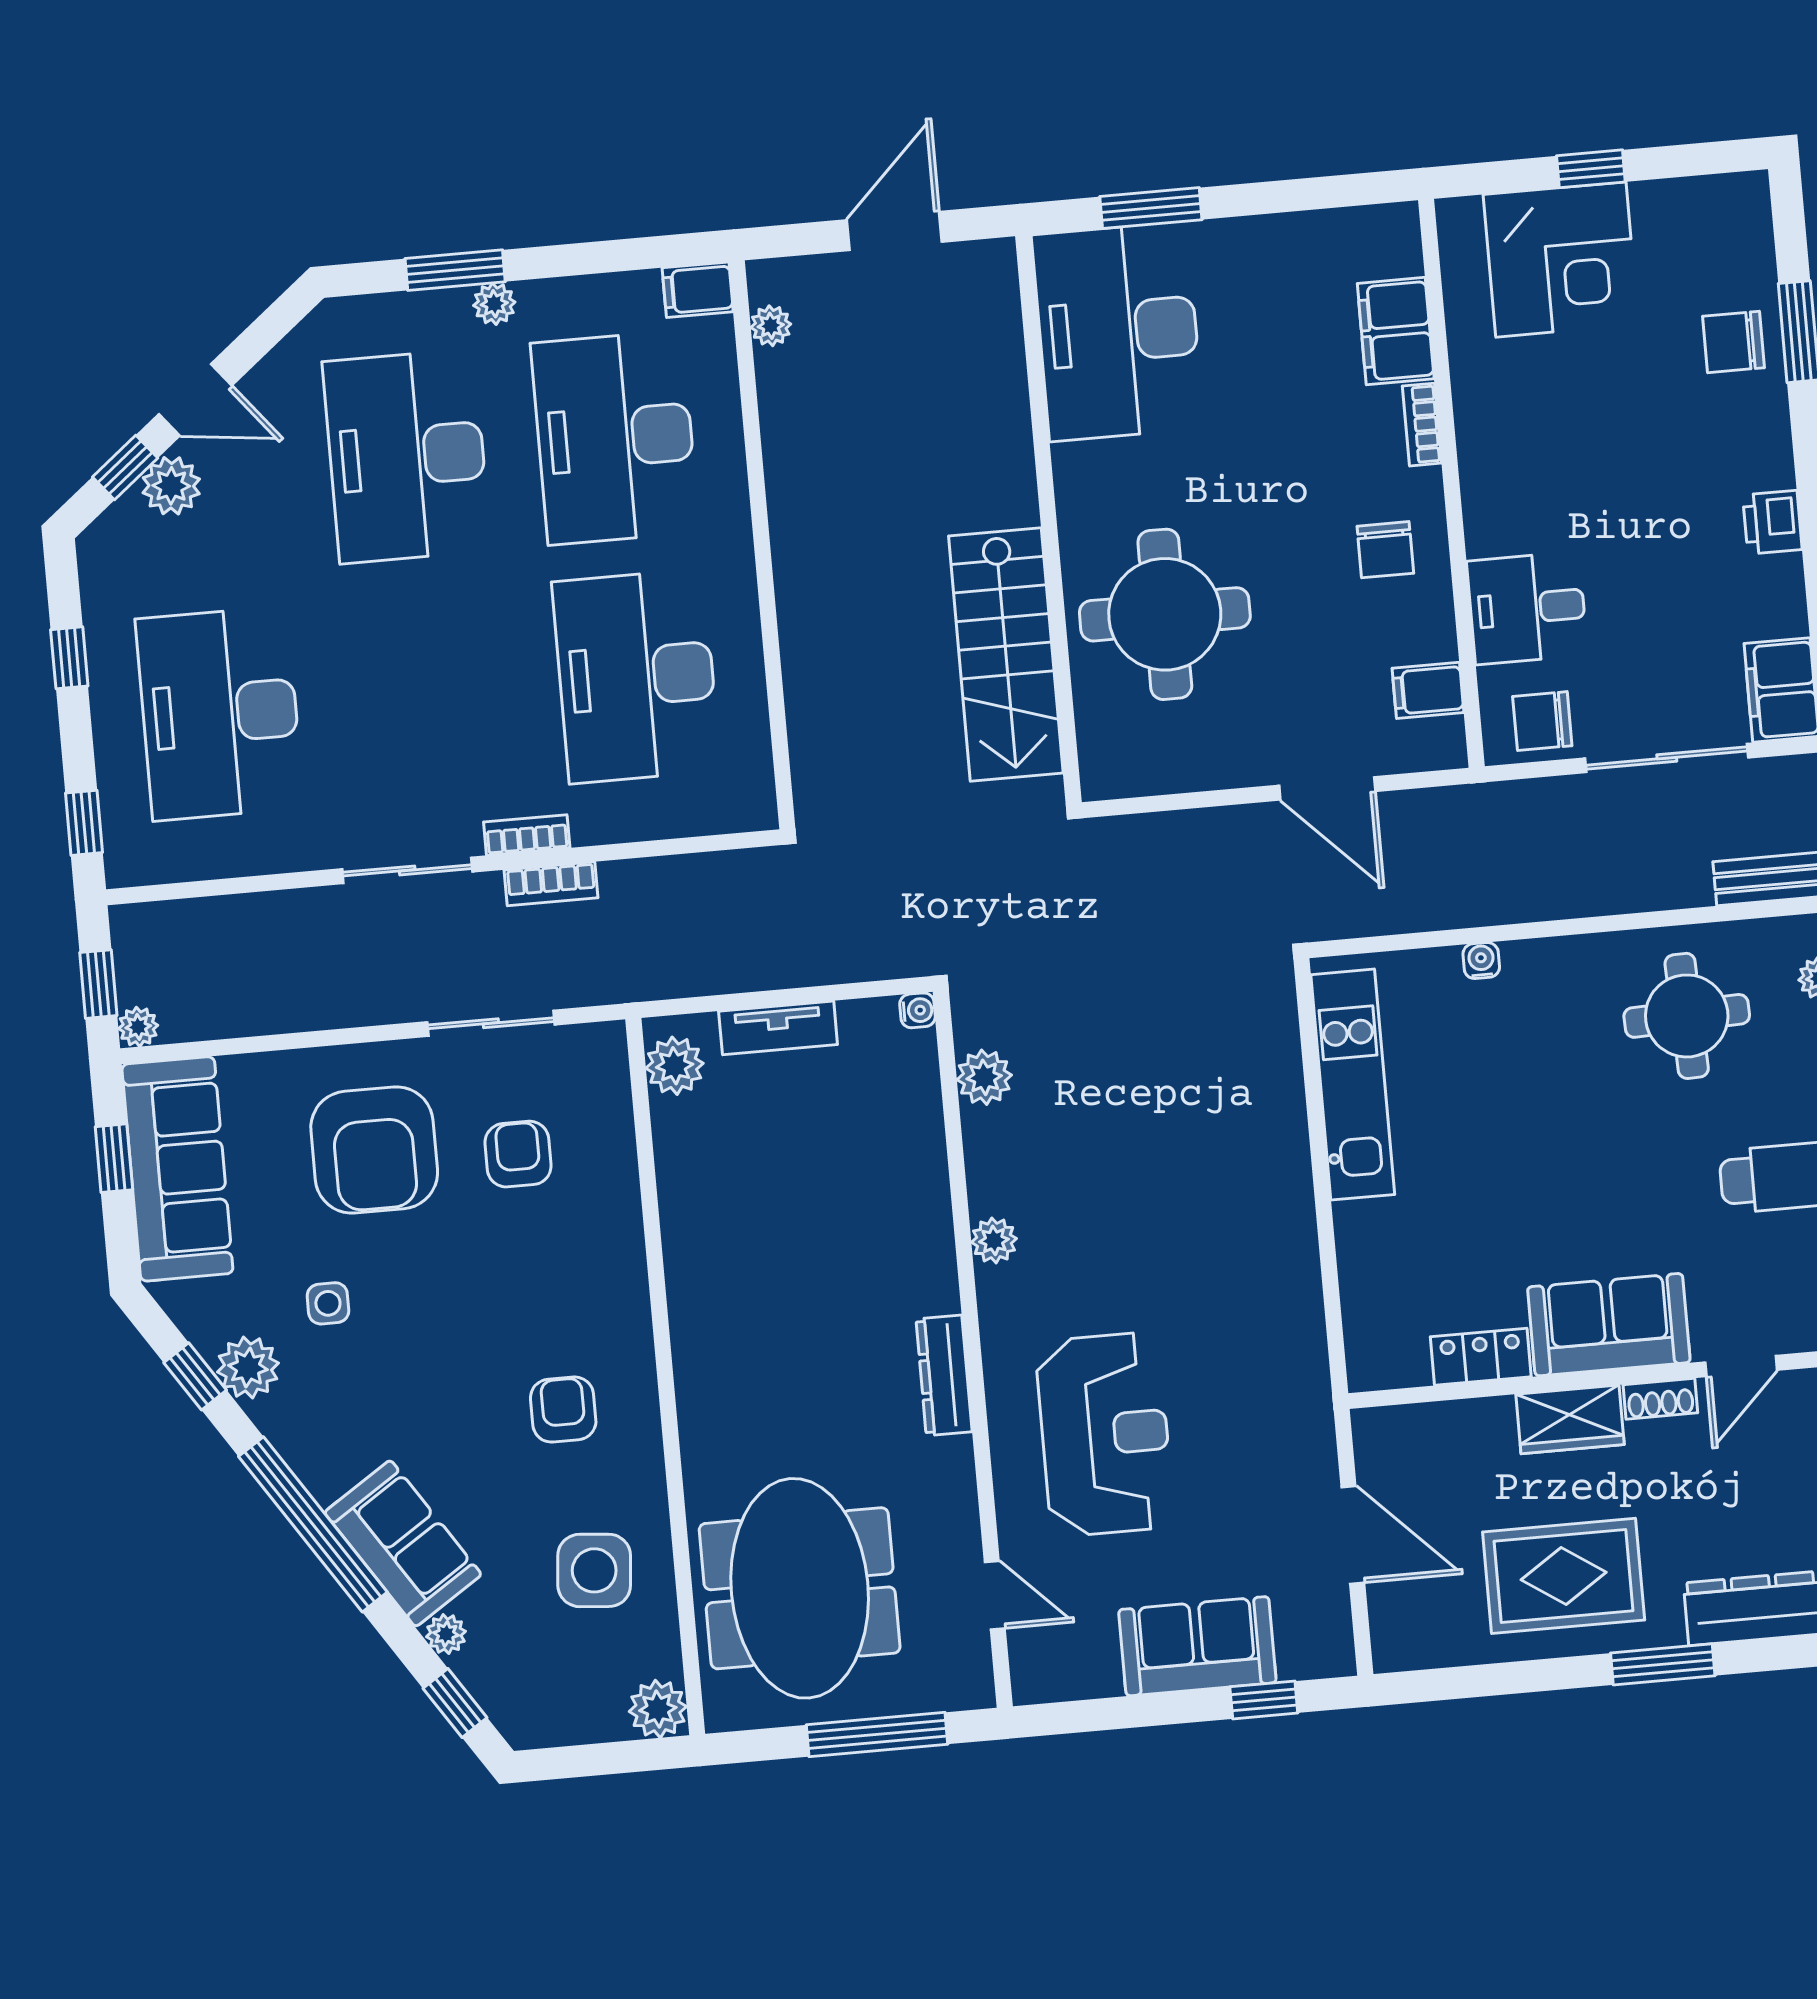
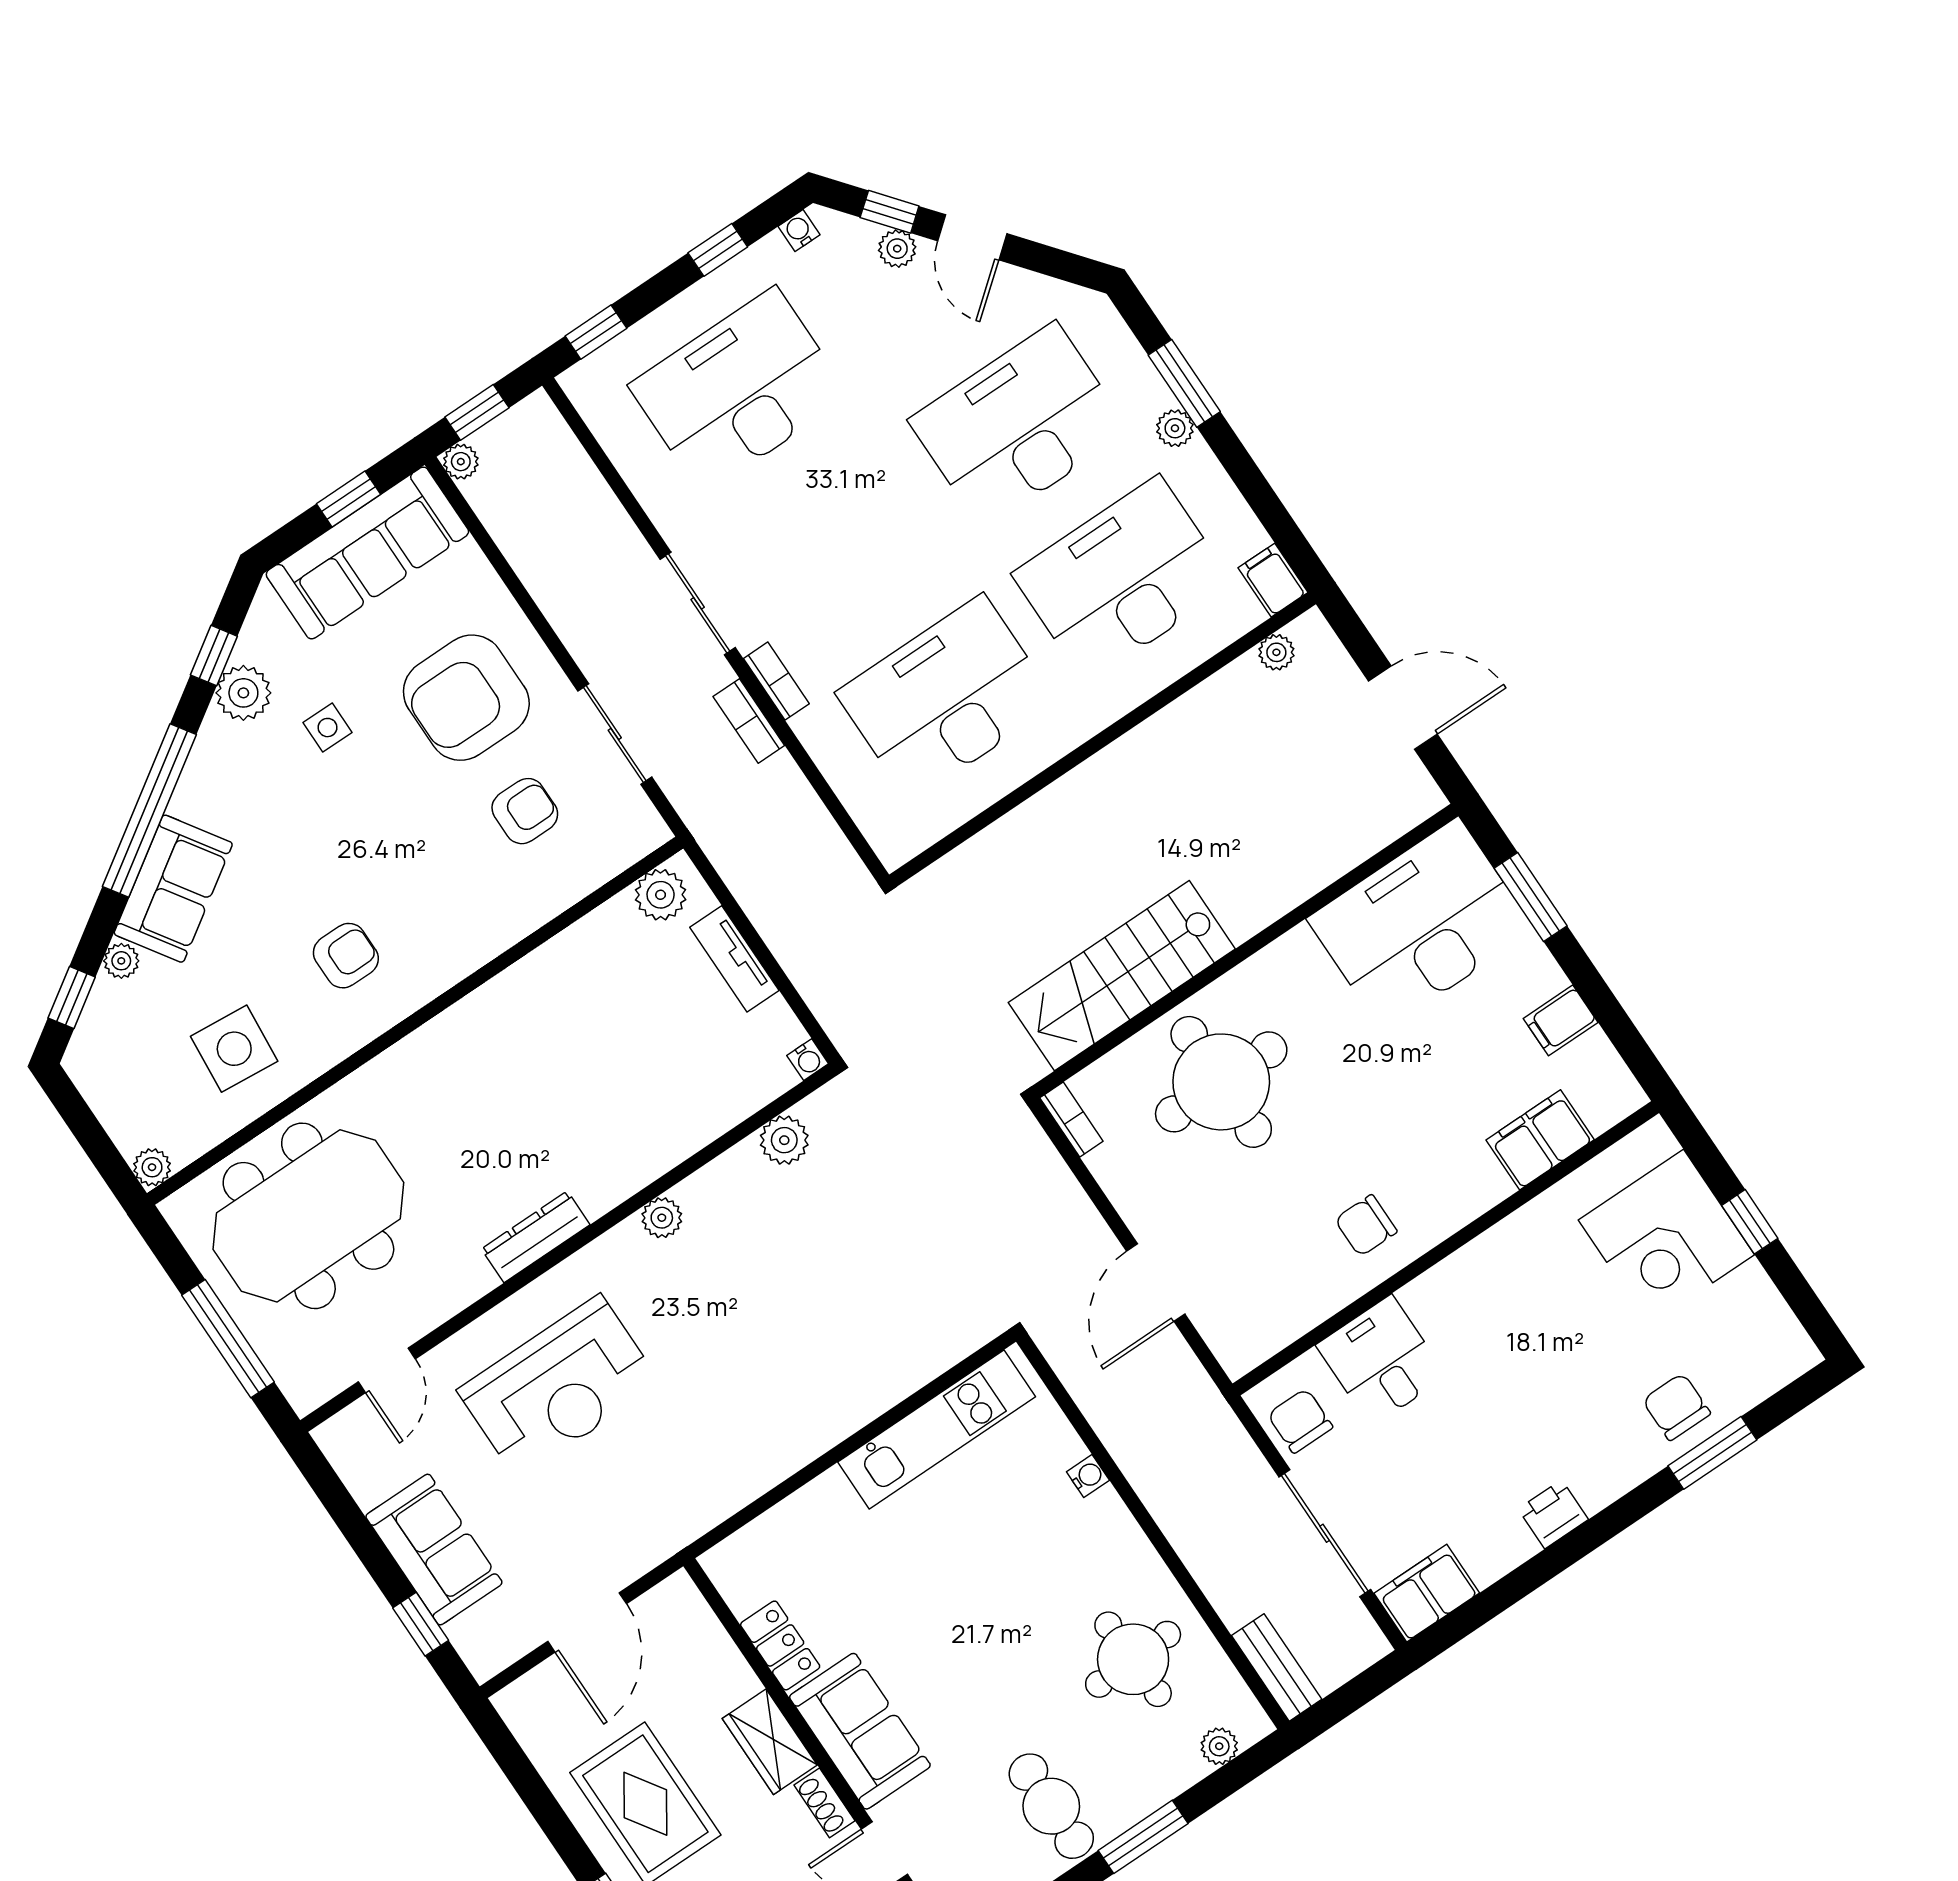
bookcase: (1422, 425) -> (1071, 1120), moved, turned 90
plant: (171, 486) -> (897, 249), width x0.73, depth x0.73
water cooler: (94, 567) -> (799, 231), added
filing cabinet: (1428, 690) -> (1561, 1020), moved, turned -90
plant: (658, 1709) -> (152, 1167), width x0.73, depth x0.73

